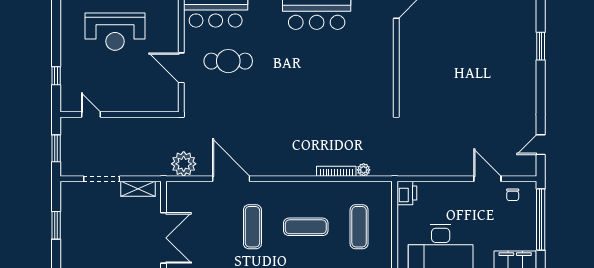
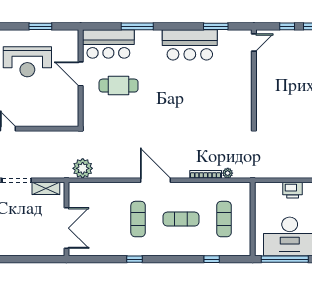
door: (181, 68) -> (81, 74), moved
door: (231, 179) -> (155, 180), moved
printer: (407, 193) -> (293, 190), moved, turned 90

